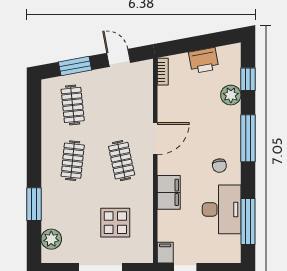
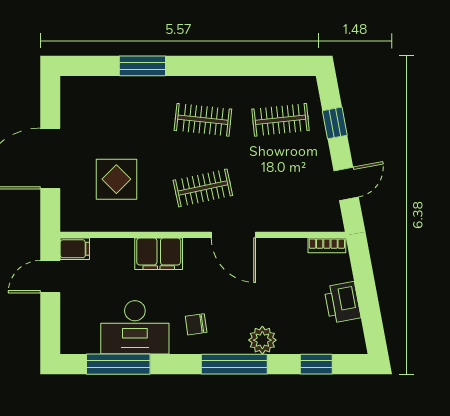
window: (75, 66) -> (335, 123), width x0.67
plant: (231, 95) -> (262, 340), moved
plant: (51, 239) -> (94, 90), removed

